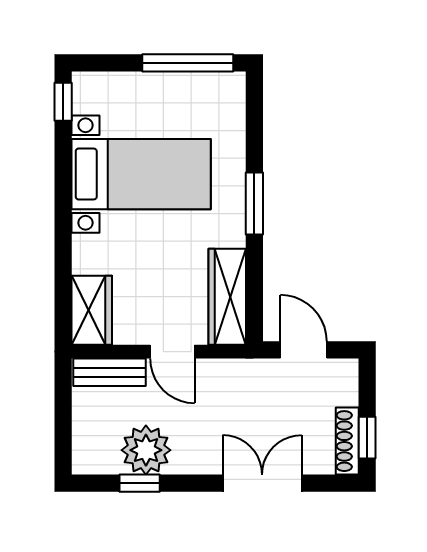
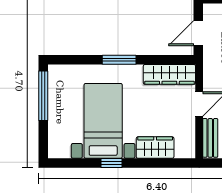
window: (63, 102) -> (111, 163), moved
wardrobe: (92, 310) -> (155, 148), moved

